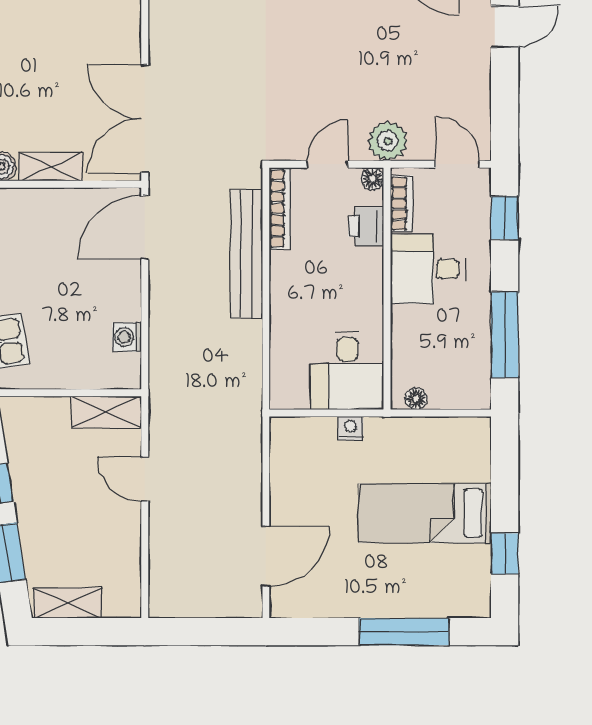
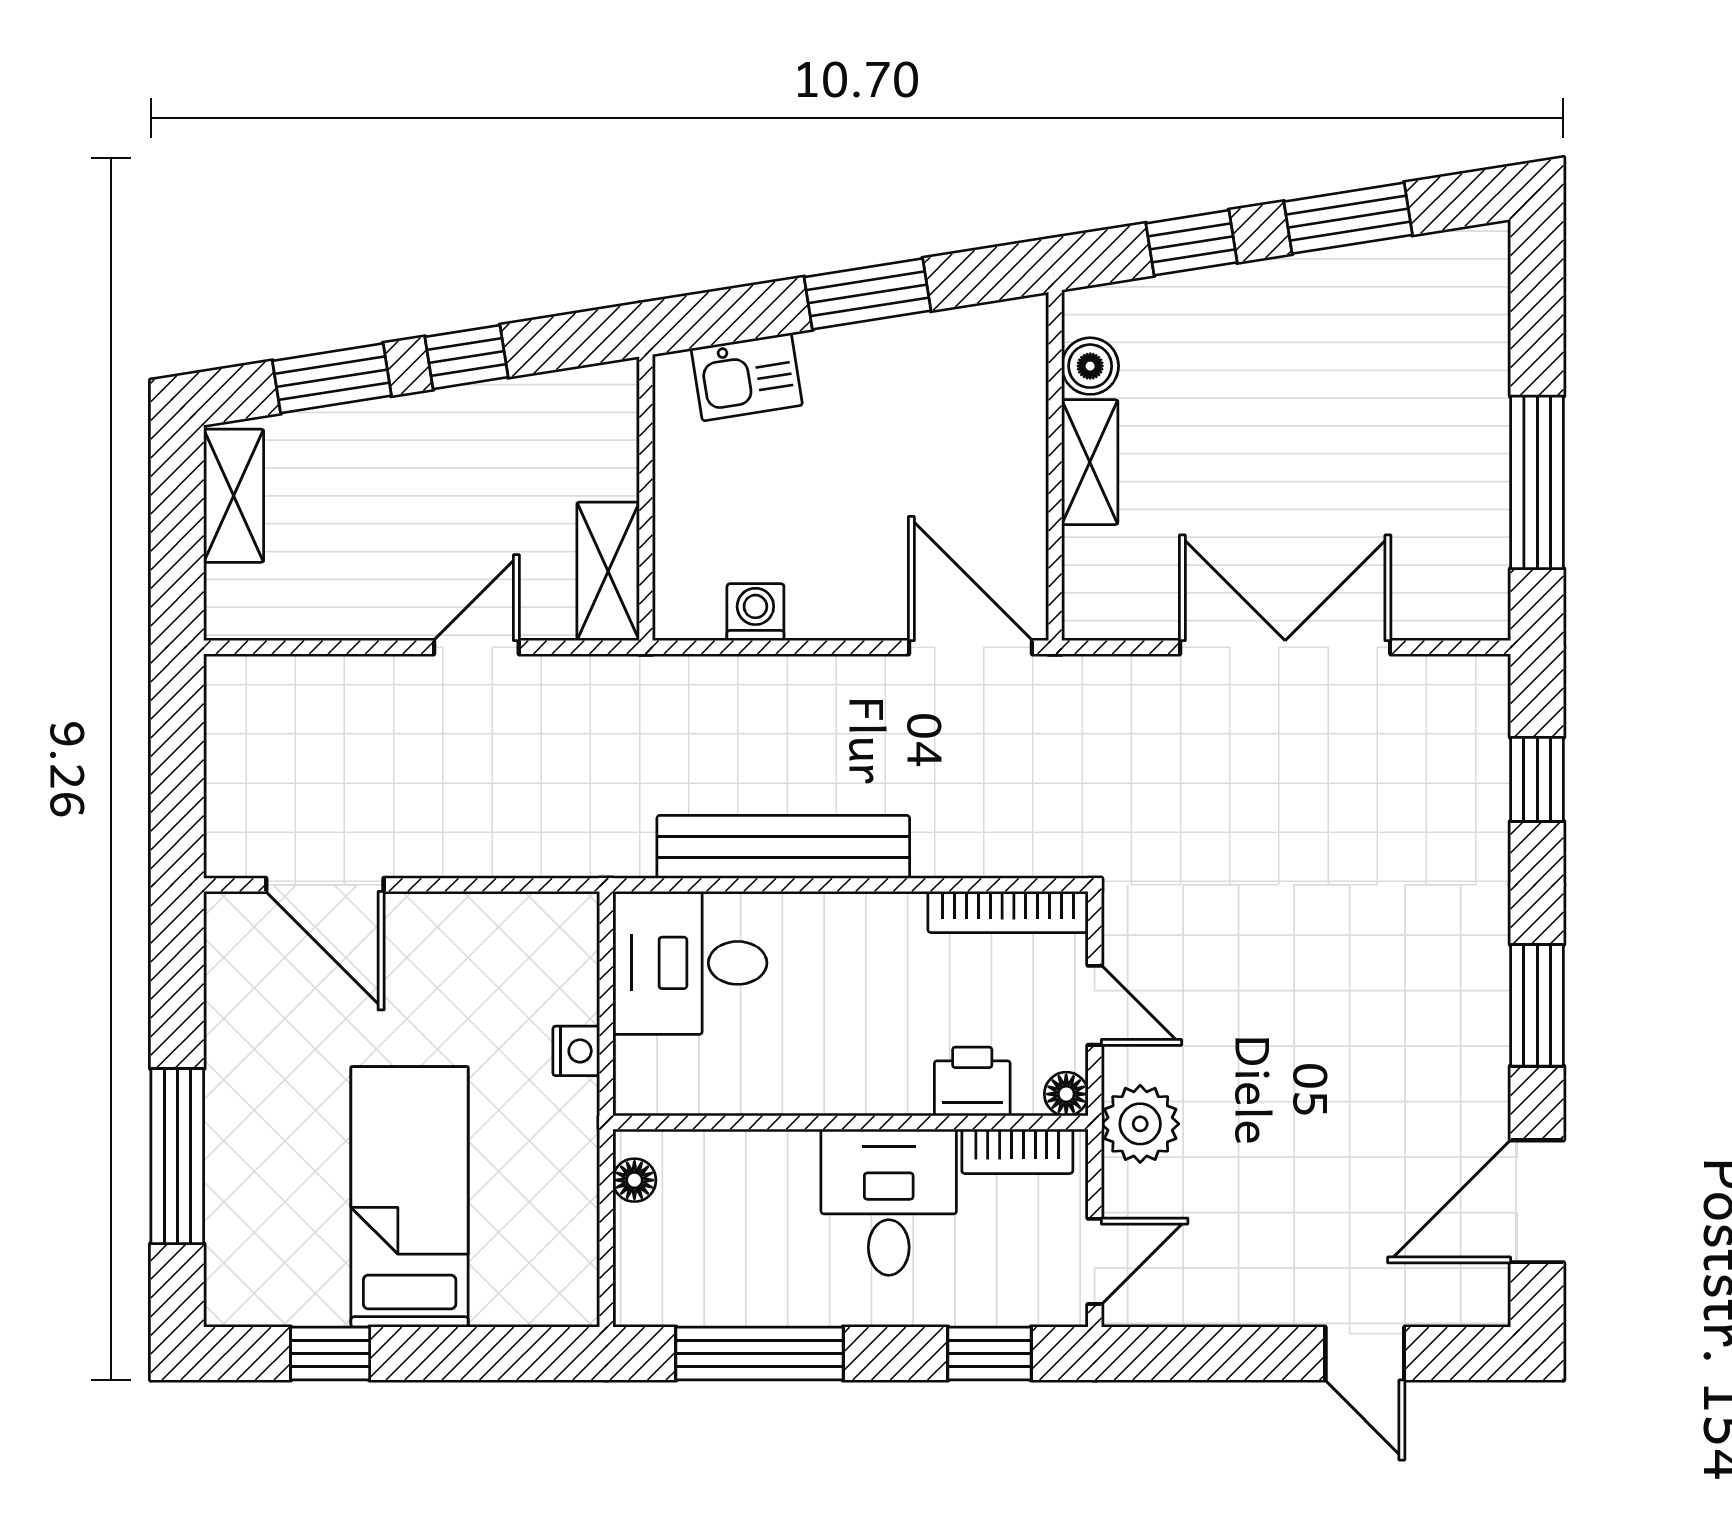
double door: (145, 119) -> (1285, 647), moved
bench: (246, 254) -> (783, 847), moved
desk: (347, 370) -> (690, 963), moved

